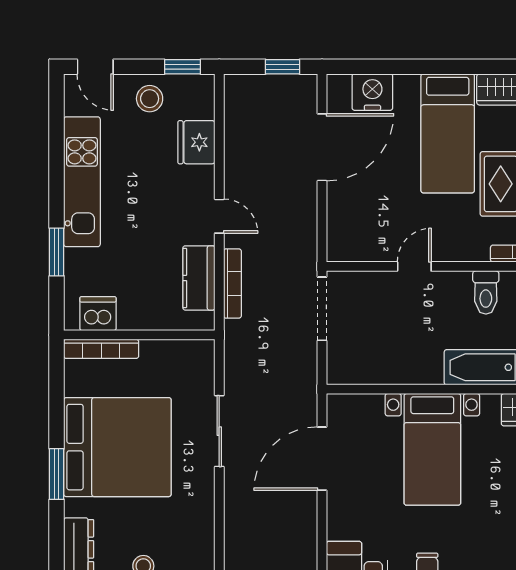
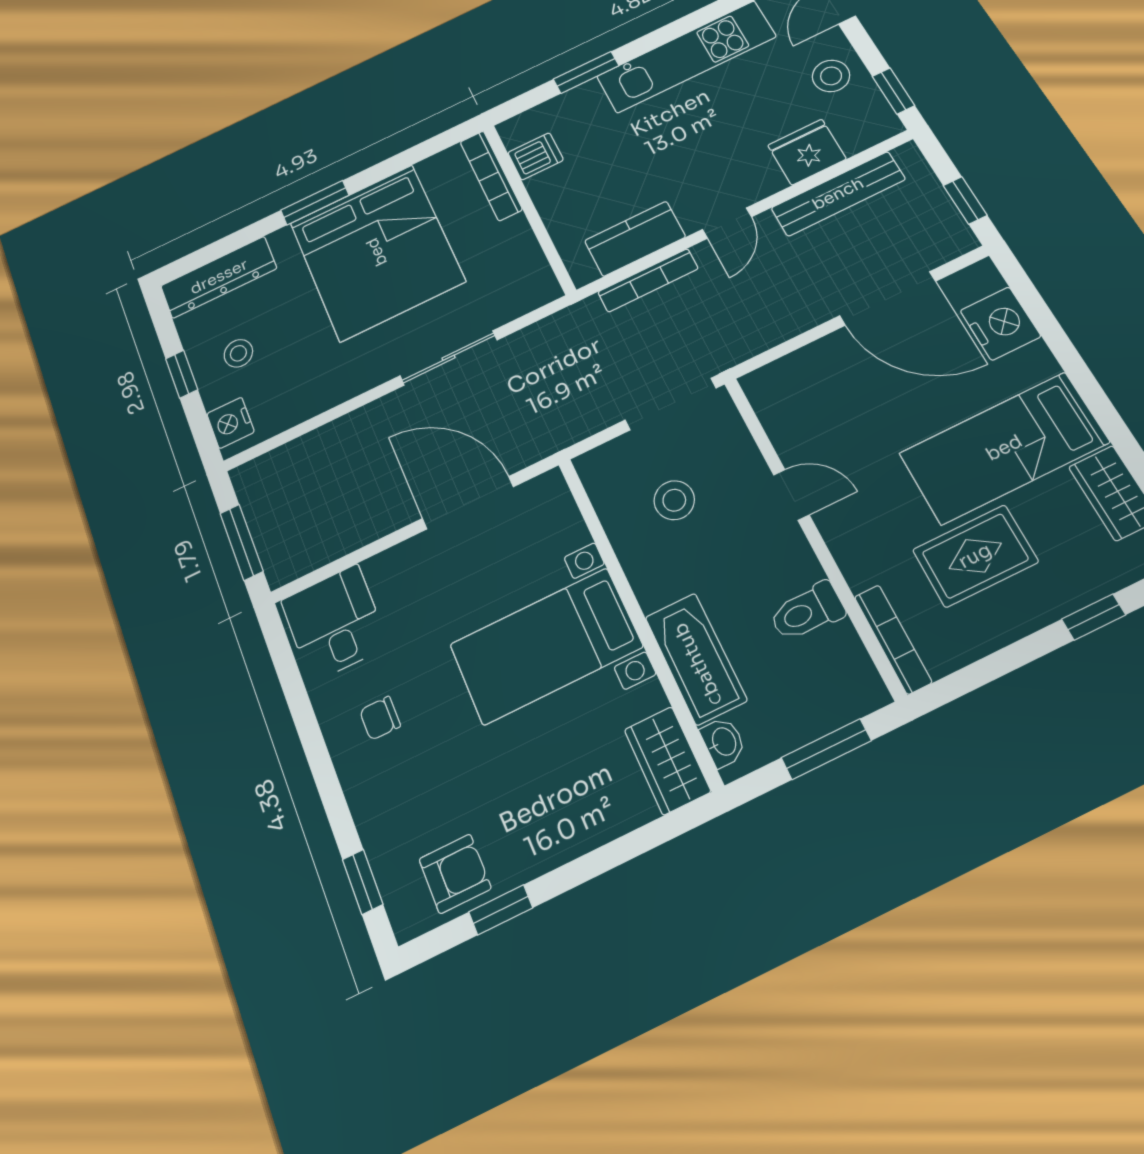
bench: (236, 139) -> (838, 194), added
dishwasher: (98, 314) -> (536, 156), width x0.73
stool: (383, 335) -> (674, 500), added

